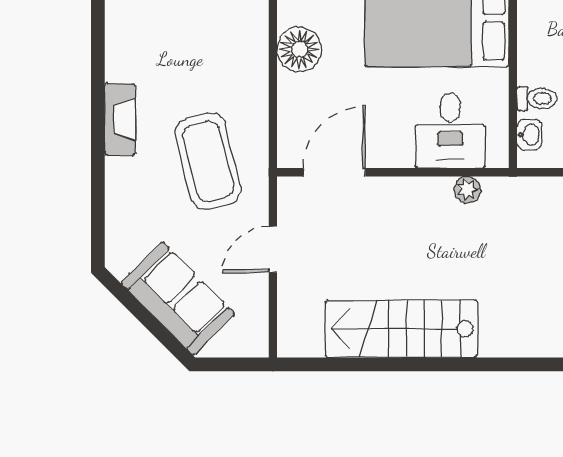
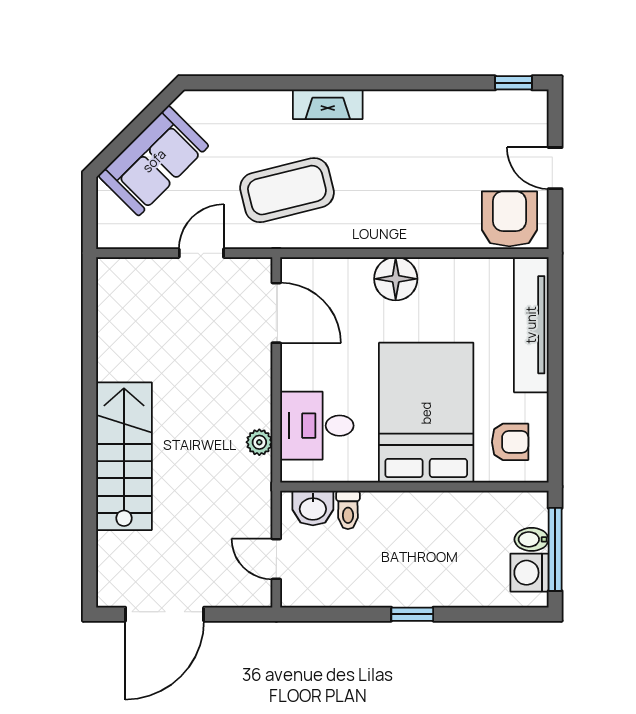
washbasin: (529, 135) -> (313, 508), width x1.38, depth x1.45
door: (273, 249) -> (201, 253), hinge flipped
stairs: (401, 329) -> (124, 456), moved

